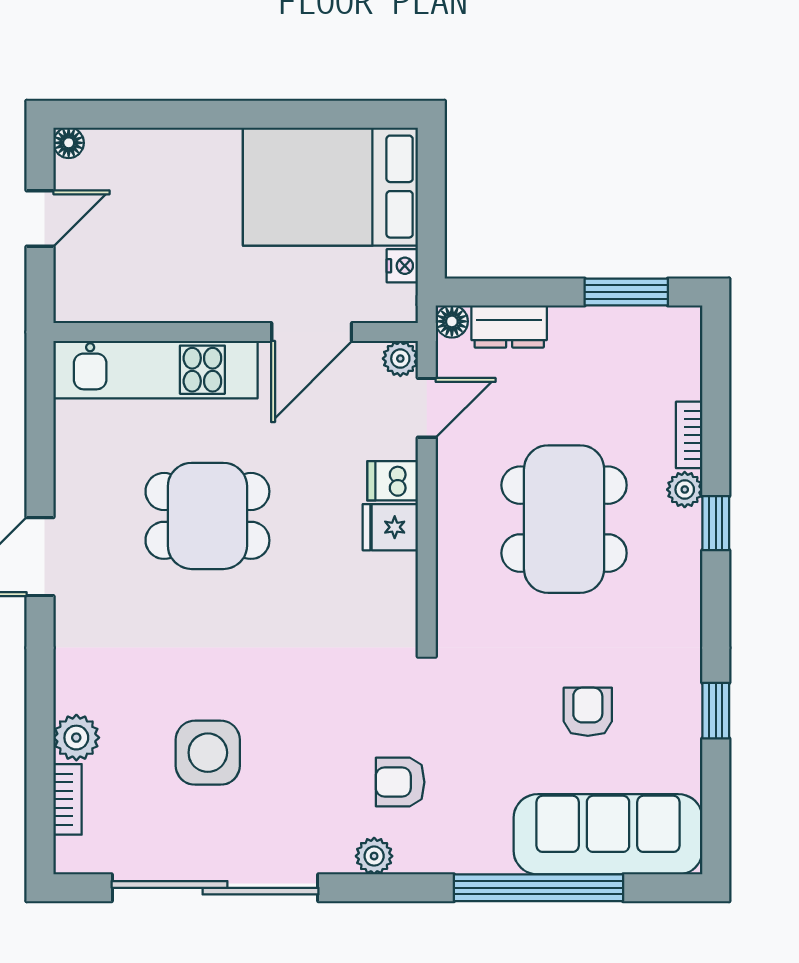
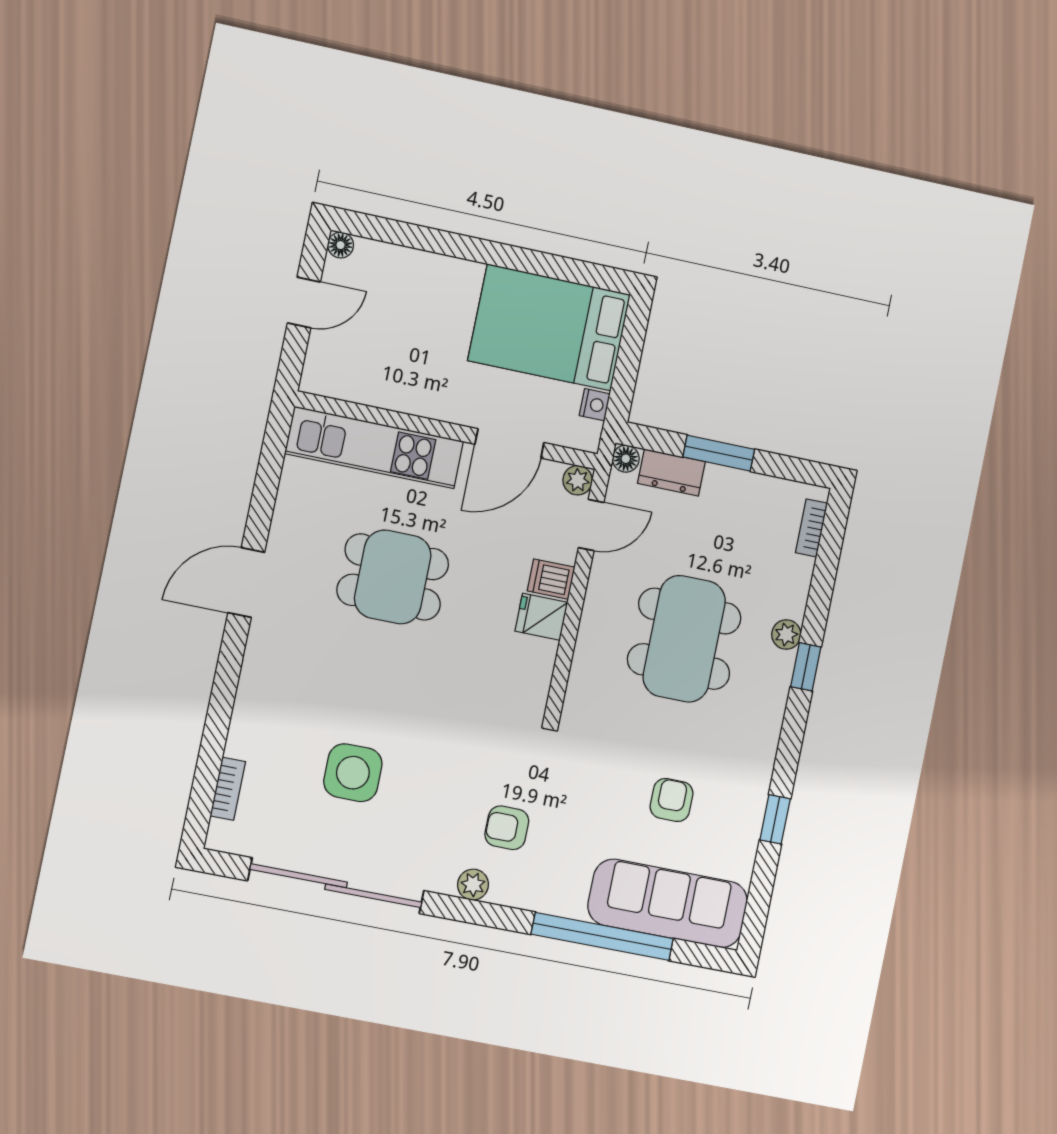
window: (626, 292) -> (719, 453), moved
bookcase: (689, 435) -> (811, 528), moved
plant: (76, 738) -> (246, 739), removed

